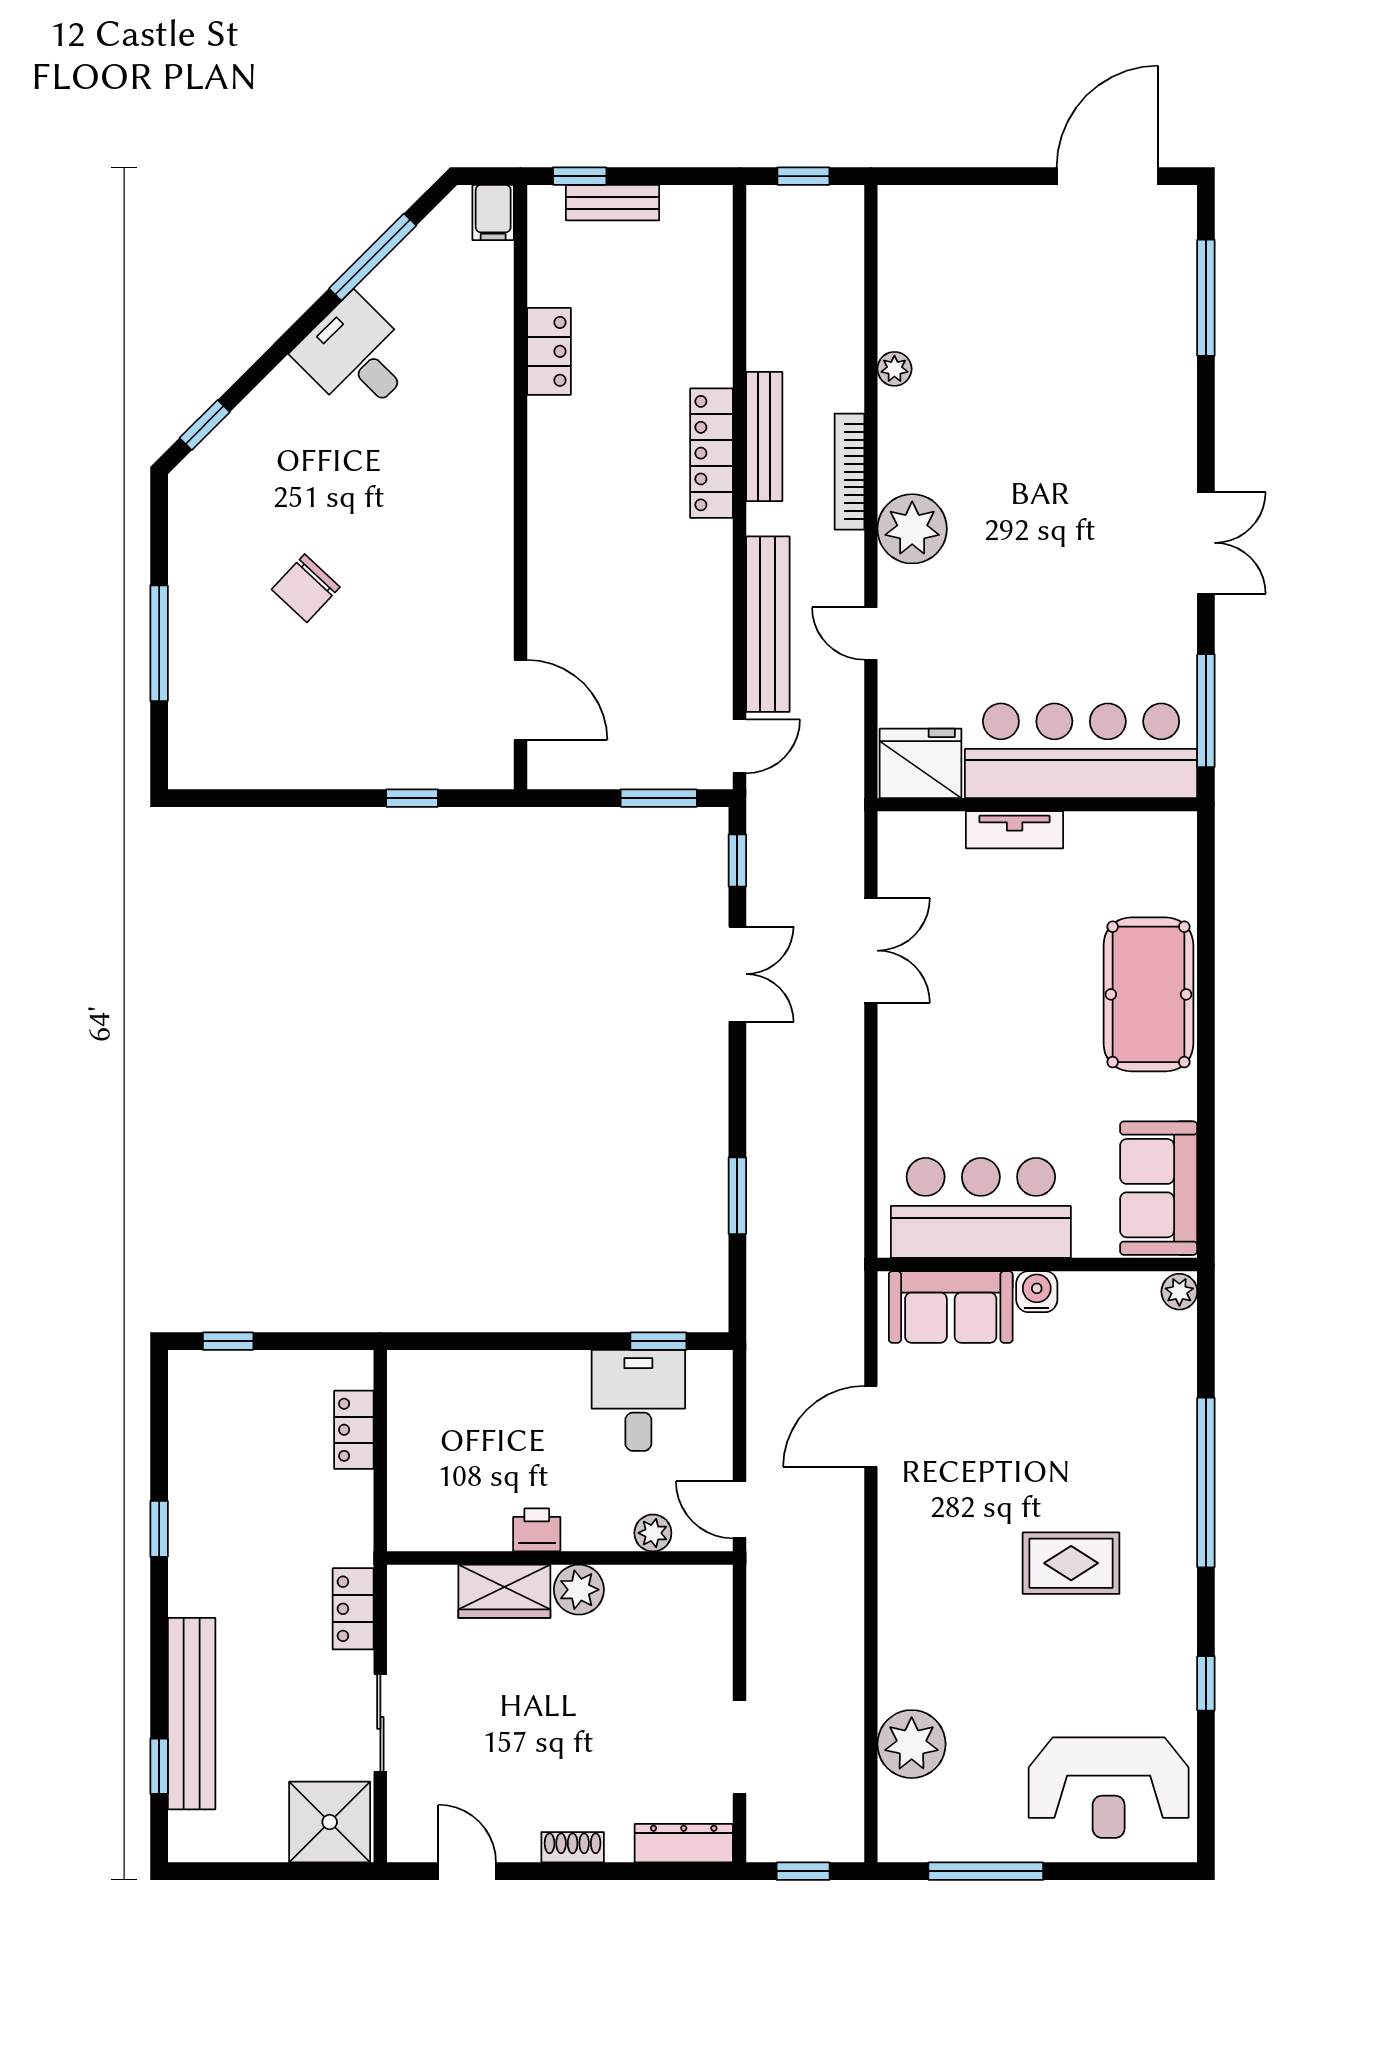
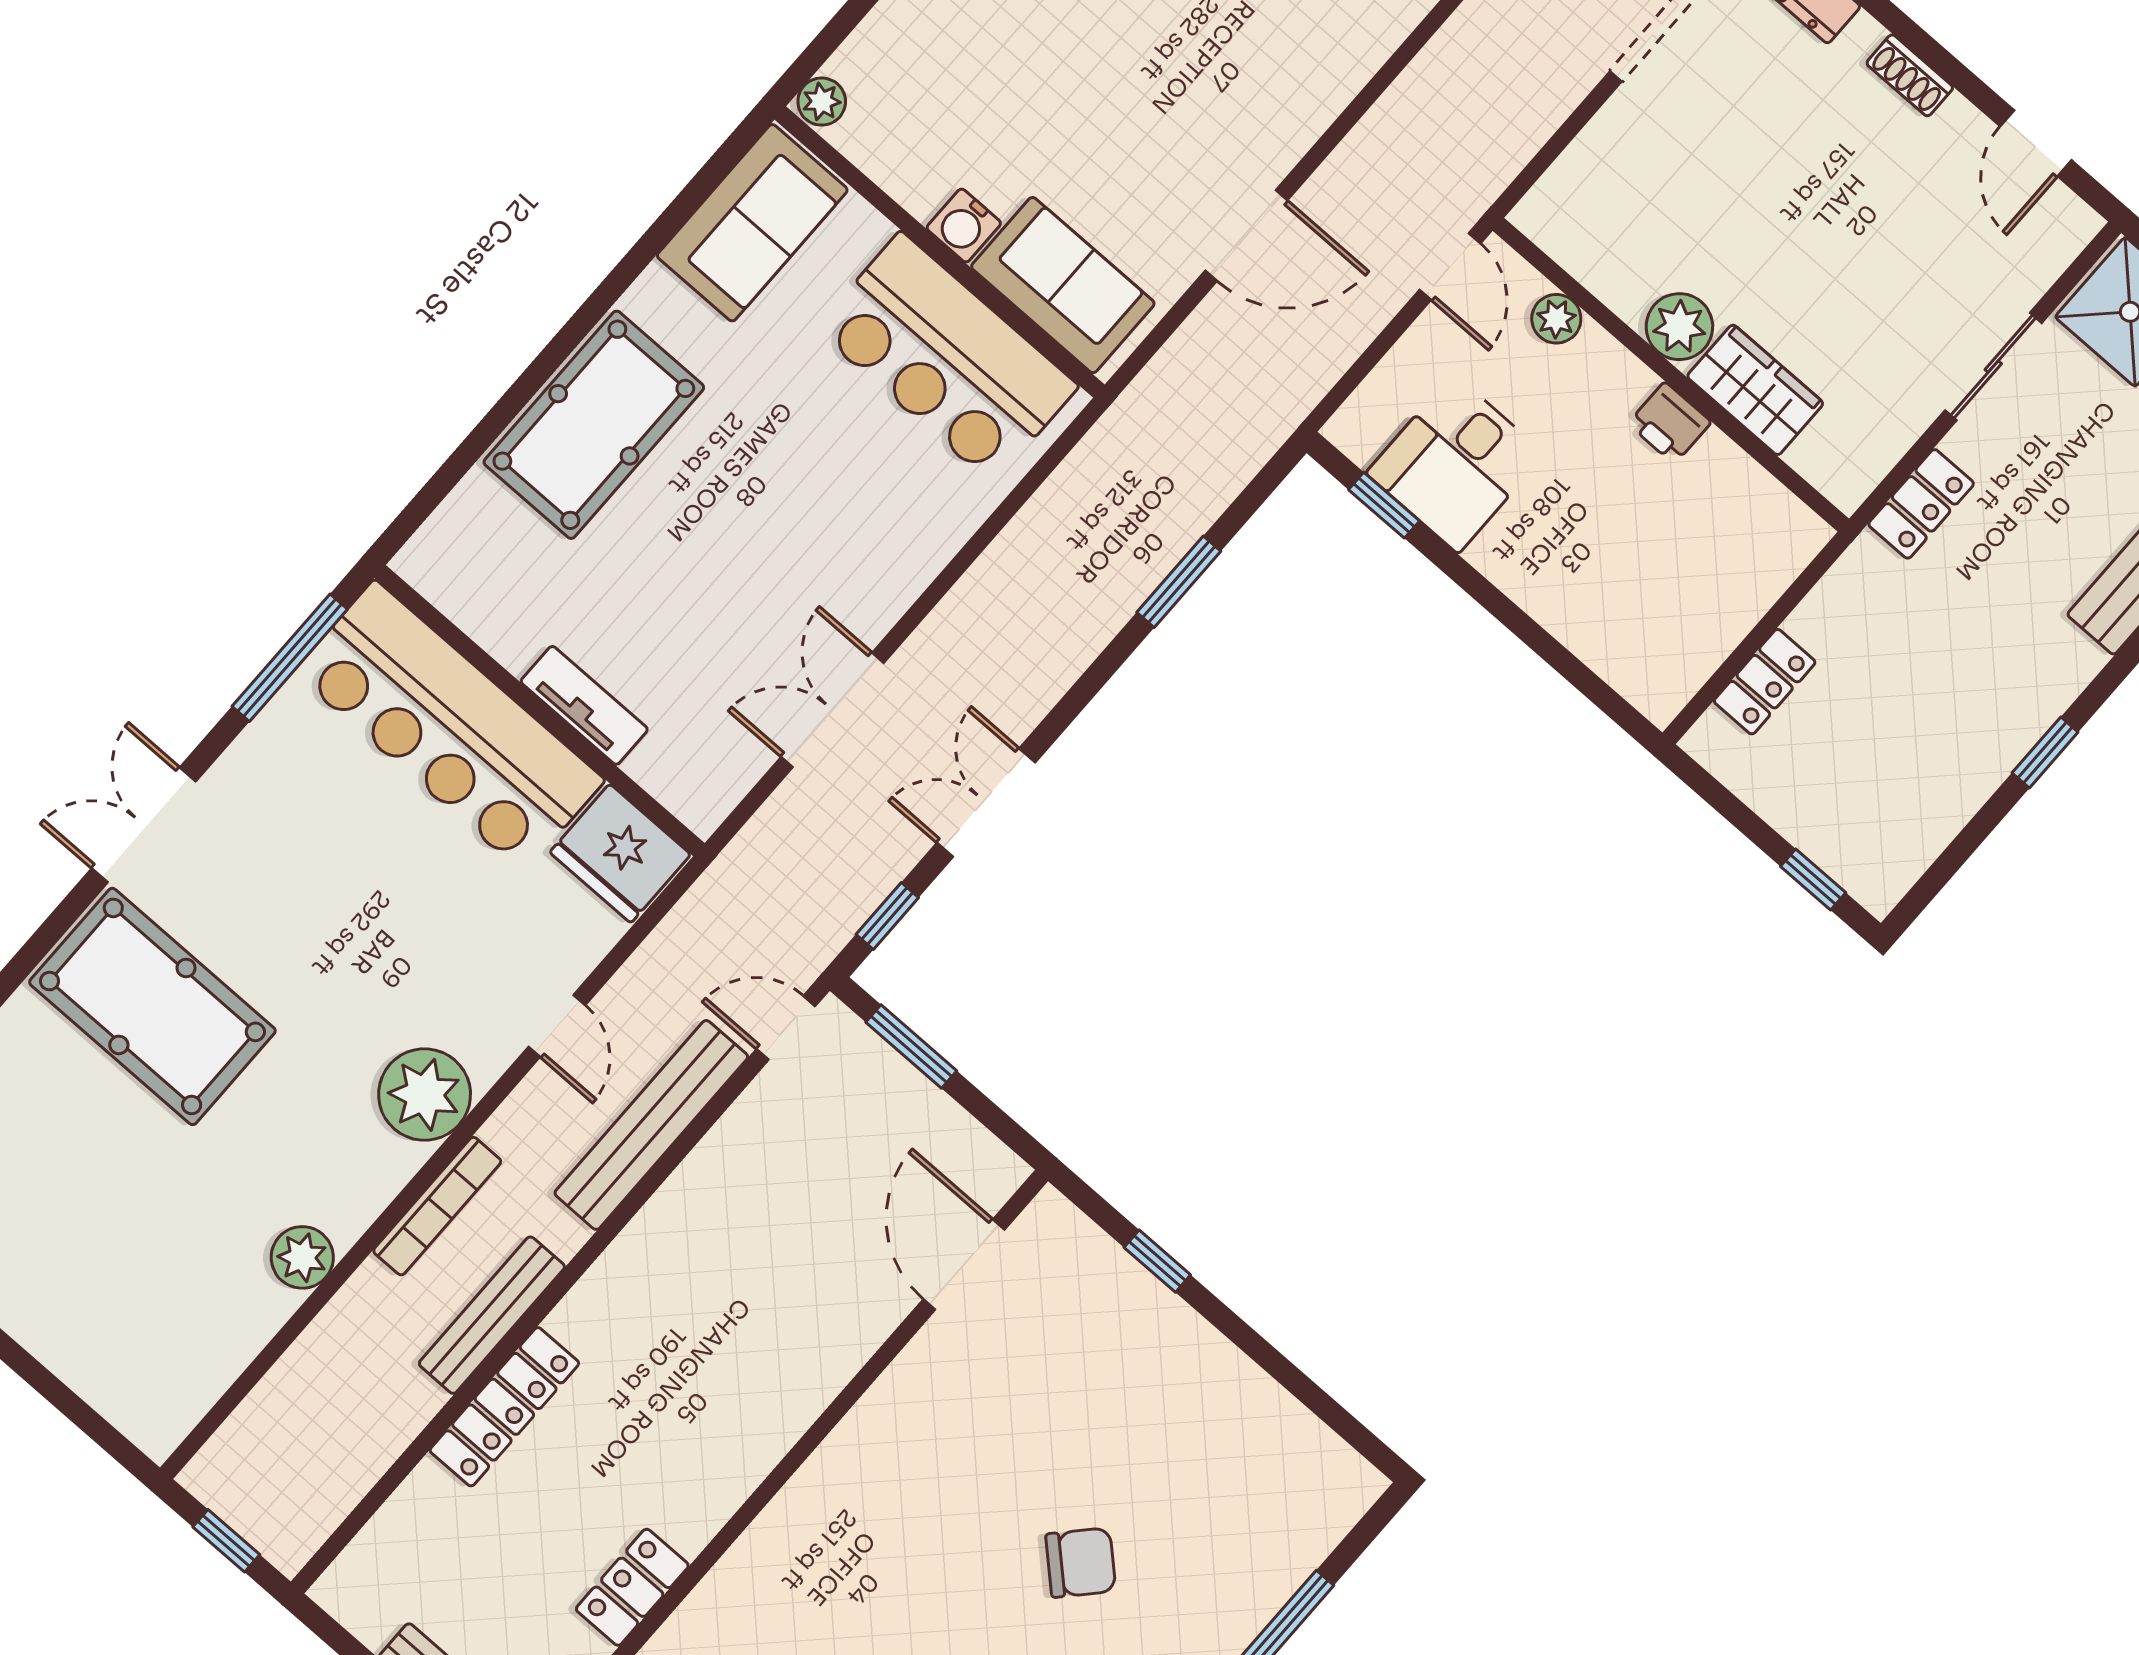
plant: (894, 369) -> (302, 1257), width x1.38, depth x1.38
pool table: (1111, 444) -> (152, 1006), added
locker: (712, 453) -> (504, 1407), moved

